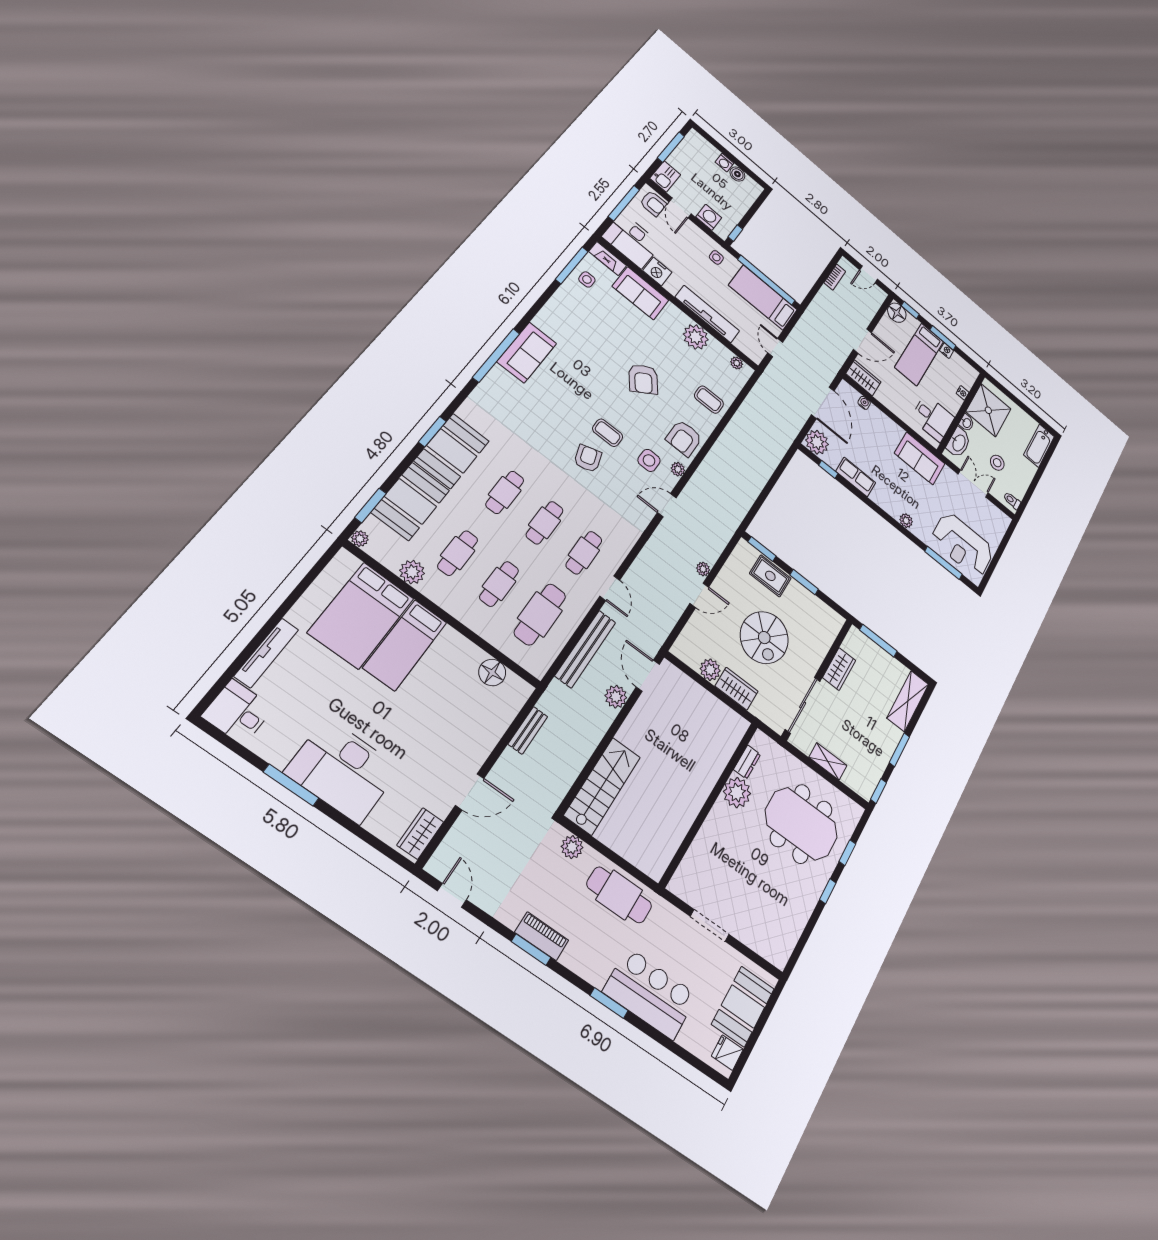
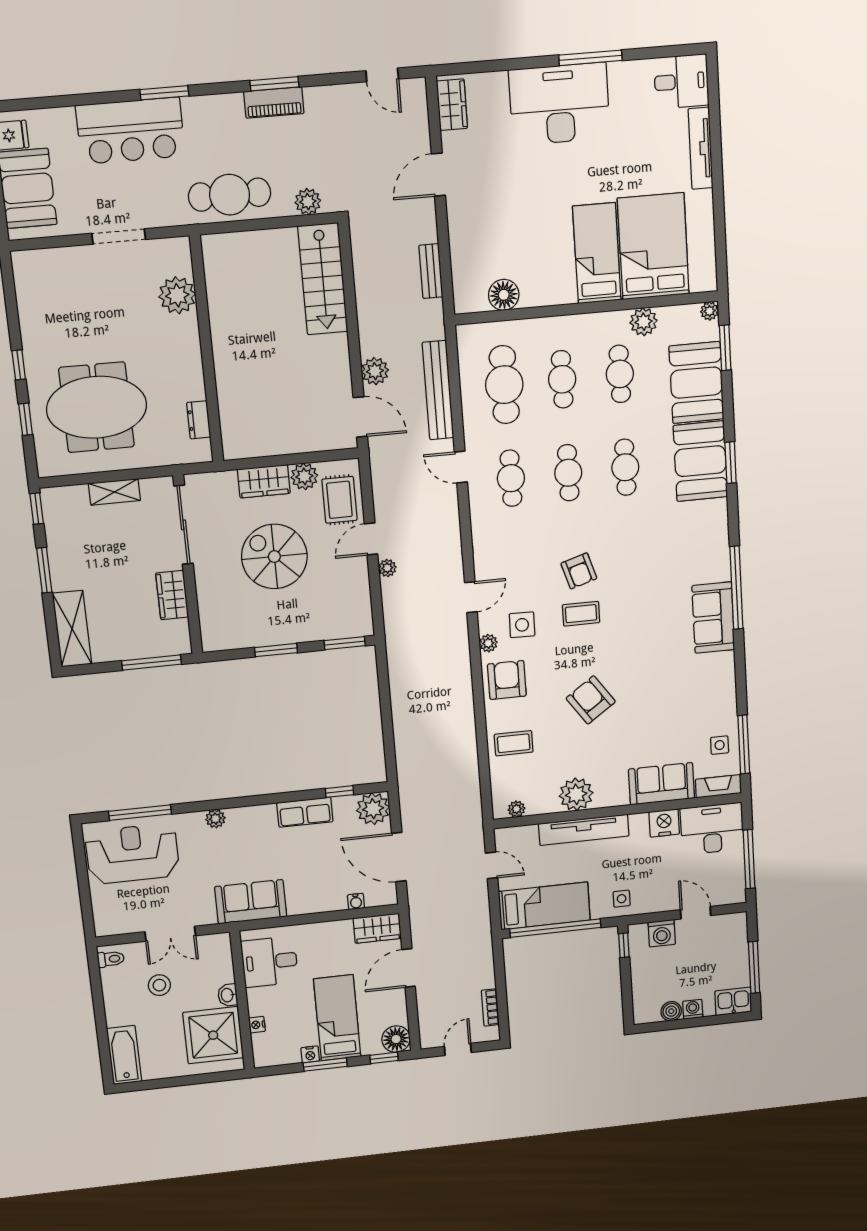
kitchen sink: (665, 176) -> (733, 1001), moved, turned 90
armchair: (653, 203) -> (723, 889), removed
washbasin: (959, 443) -> (220, 963), removed
rug: (770, 576) -> (339, 500), moved, turned 90
plant: (737, 793) -> (177, 295), moved

